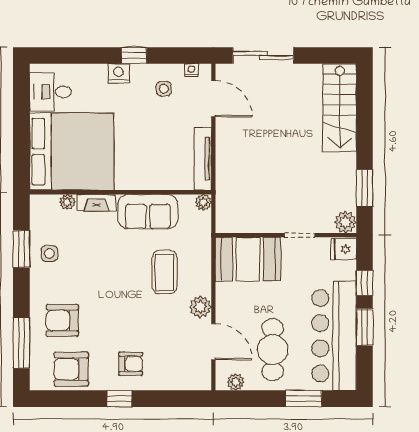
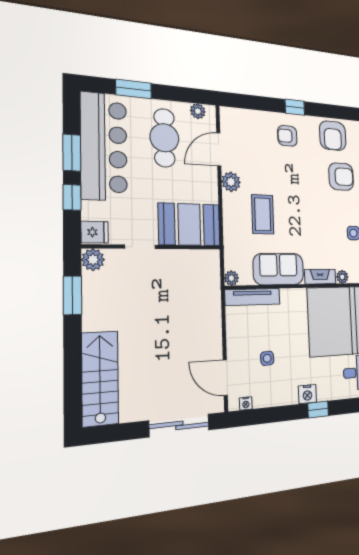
window: (134, 55) -> (318, 409), moved
side table: (164, 89) -> (267, 358), moved
tv unit: (203, 159) -> (253, 297), moved, turned 90
door: (213, 342) -> (219, 150), hinge flipped
armchair: (71, 369) -> (333, 136), turned 90

